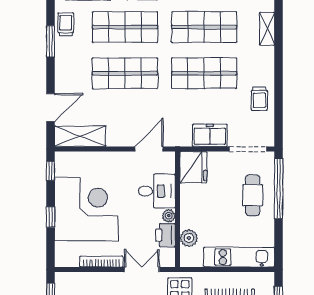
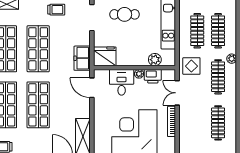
freezer: (210, 135) -> (82, 58), moved

